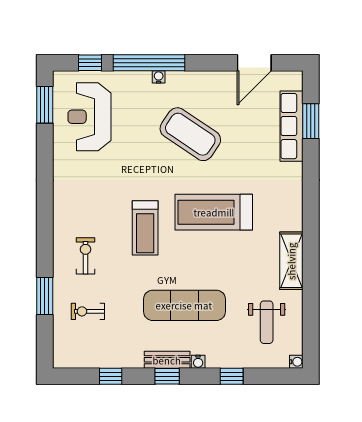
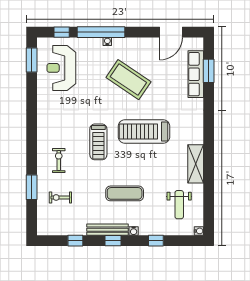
exercise mat: (184, 305) -> (125, 193), width x0.73, depth x0.69
bench: (167, 360) -> (107, 230), width x1.36

